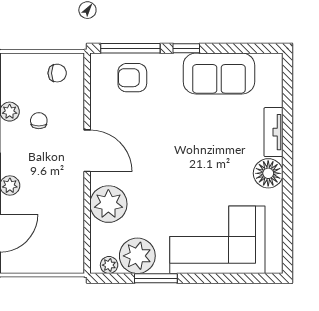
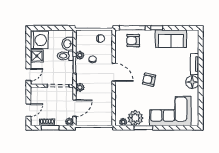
armchair: (169, 168) -> (149, 80), added
plant: (108, 204) -> (123, 95), removed

